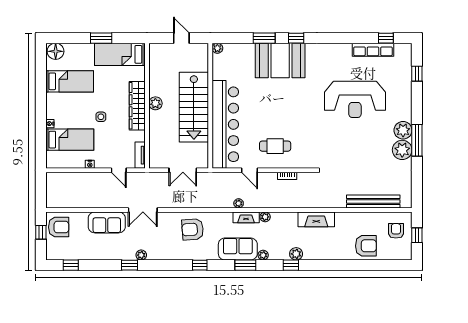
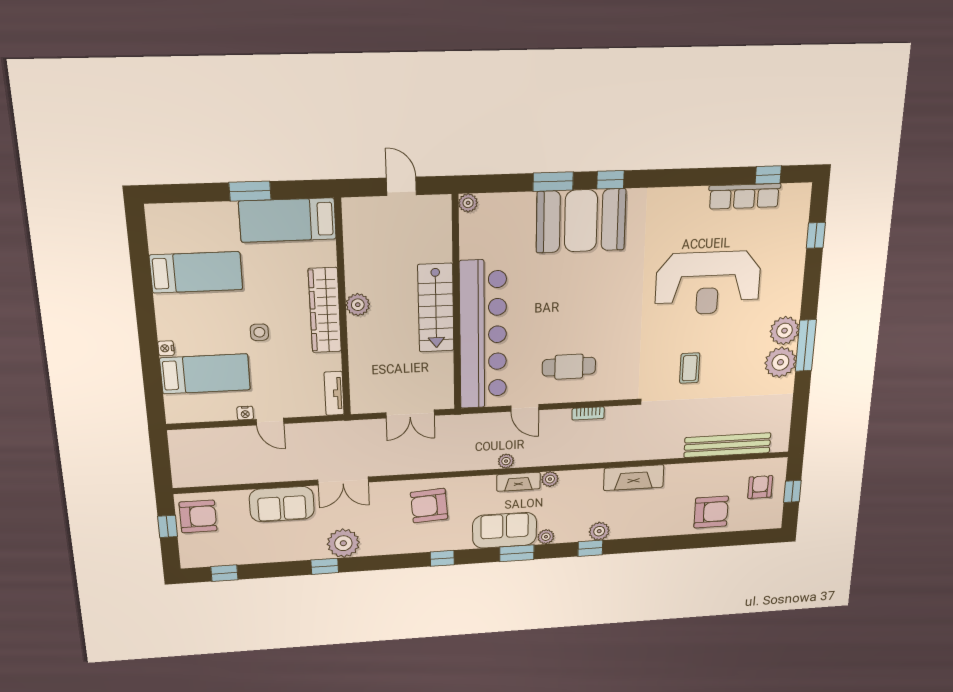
floor lamp: (56, 51) -> (164, 219), removed
stairs: (194, 107) -> (436, 308), width x0.73, depth x0.66
coffee table: (347, 151) -> (690, 368), added
door: (119, 170) -> (270, 422), moved
plant: (141, 255) -> (343, 543), width x1.87, depth x1.87

